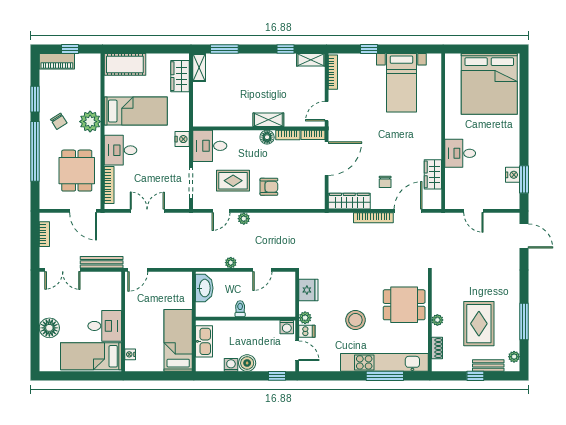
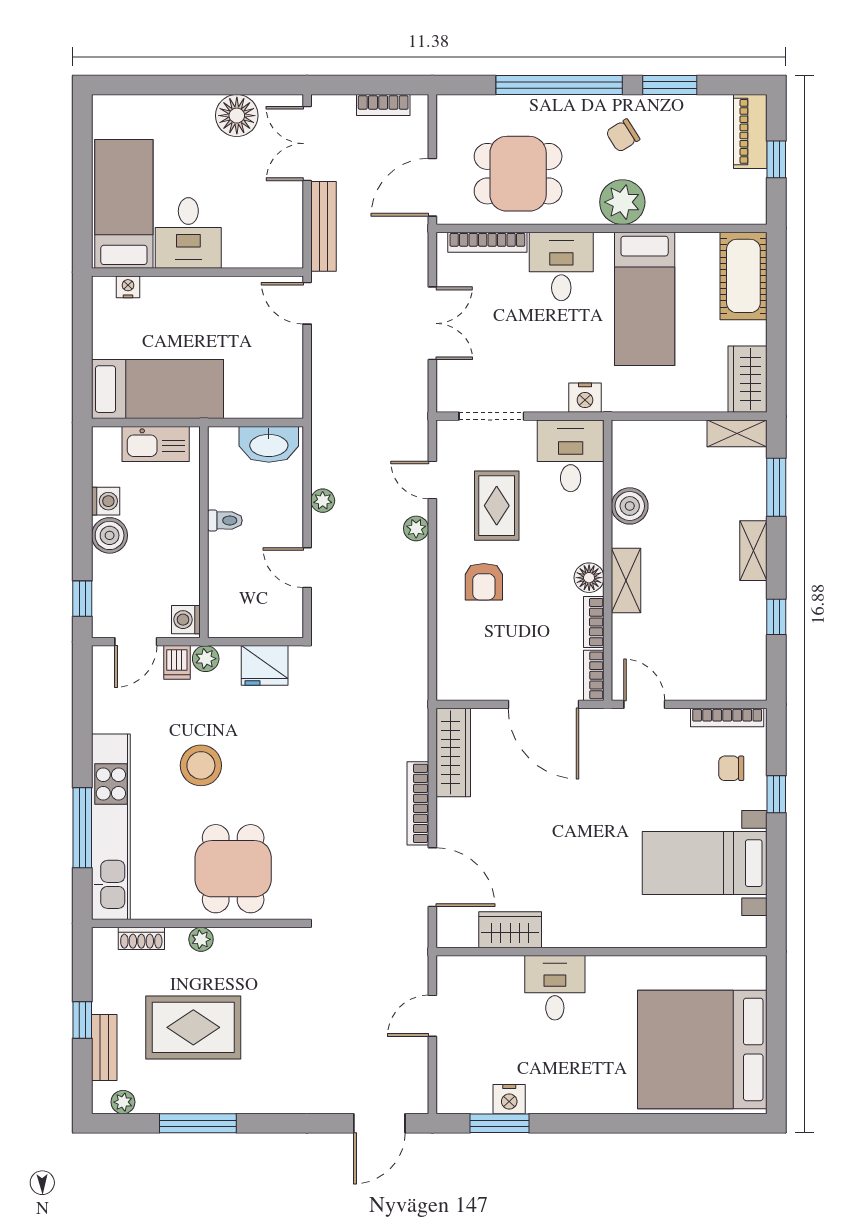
shelving: (311, 60) -> (753, 551), moved
wardrobe: (180, 76) -> (747, 379), moved, turned -90
boiler: (233, 118) -> (630, 506), added
chair: (385, 182) -> (731, 768), moved
floor lamp: (49, 328) -> (237, 116), moved

